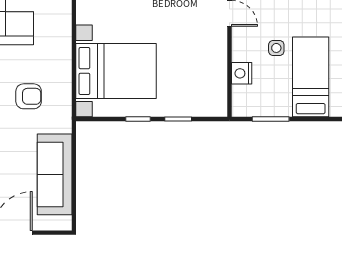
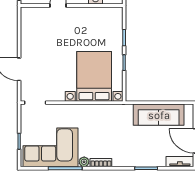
armchair: (29, 96) -> (110, 131), removed

